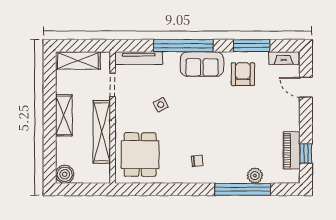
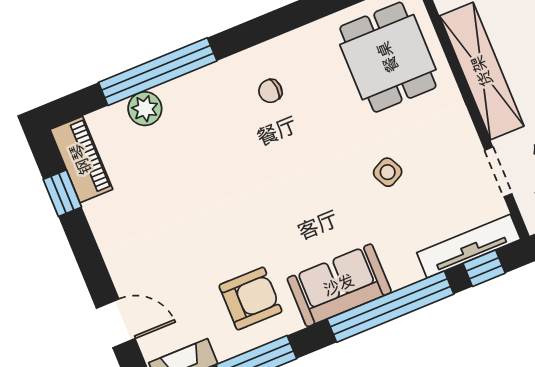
window: (136, 46) -> (484, 268), added
armchair: (243, 74) -> (250, 298), turned -90
piano: (292, 150) -> (81, 159), moved

